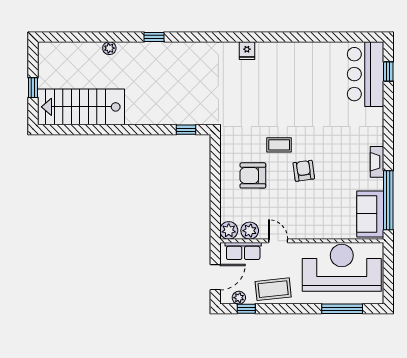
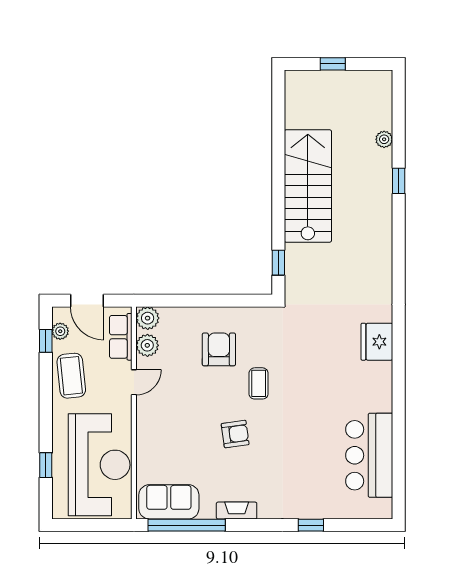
window: (154, 37) -> (399, 181), moved
plant: (109, 48) -> (384, 139), moved
fridge: (247, 51) -> (377, 342), width x1.88, depth x1.34
window: (388, 72) -> (311, 525), moved
bar counter: (366, 74) -> (369, 455), moved, turned -90
stairs: (81, 107) -> (308, 186), moved
armchair: (304, 171) -> (235, 434), moved
window: (342, 309) -> (46, 465), width x0.46

